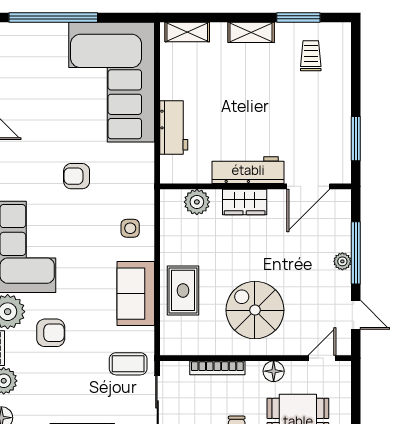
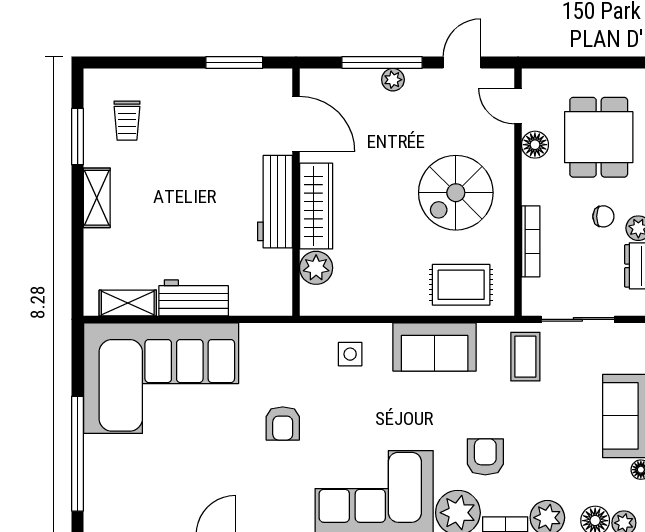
shelving: (187, 32) -> (128, 303), moved, turned 90
trolley: (311, 56) -> (127, 121), turned -90
workbench: (174, 128) -> (194, 298), moved
wardrobe: (245, 202) -> (316, 206), width x1.50
rug: (183, 290) -> (461, 285), moved
floor lamp: (274, 371) -> (535, 145), moved

